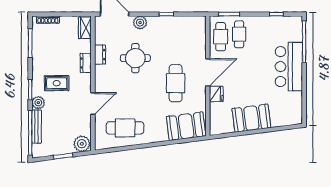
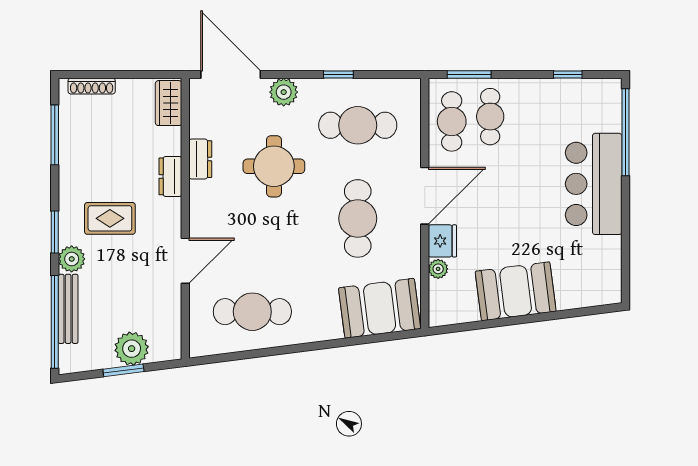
cafe table: (176, 38) -> (358, 125), added
plant: (214, 107) -> (438, 269), added
plant: (82, 144) -> (132, 349), moved

